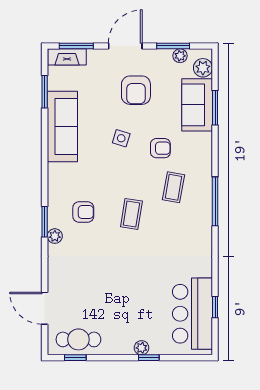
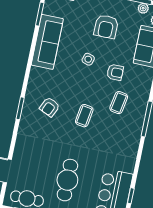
armchair: (83, 212) -> (50, 107), turned 115
plant: (55, 236) -> (25, 120), removed
cafe table: (127, 304) -> (67, 180), added

